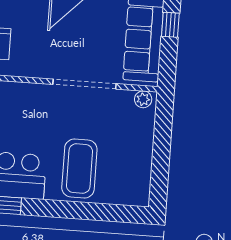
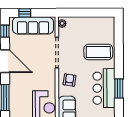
armchair: (27, 106) -> (70, 80), added

